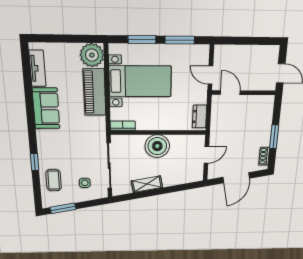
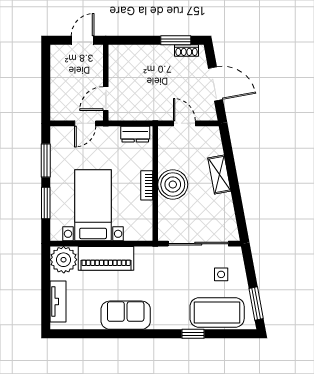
tv unit: (37, 68) -> (58, 302), moved, turned 90
bookcase: (123, 126) -> (147, 185), moved
window: (274, 137) -> (176, 40), moved
coffee table: (54, 180) -> (217, 313), width x1.86, depth x1.72
shelving: (147, 184) -> (219, 174), moved

